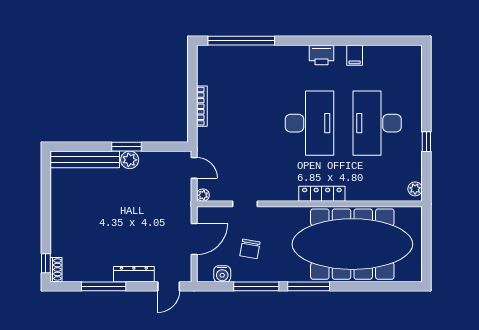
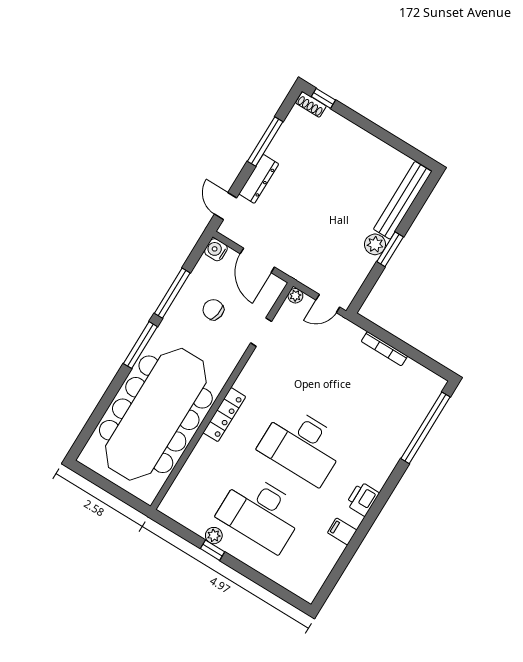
desk: (377, 123) -> (261, 512), turned 180
plant: (415, 189) -> (214, 536), moved
water cooler: (222, 274) -> (216, 250), moved

